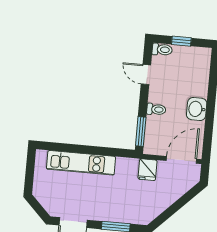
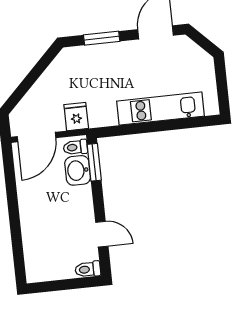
window: (181, 41) -> (66, 285), removed
toilet: (156, 109) -> (75, 147), moved
washbasin: (197, 109) -> (78, 170), moved, turned 180

